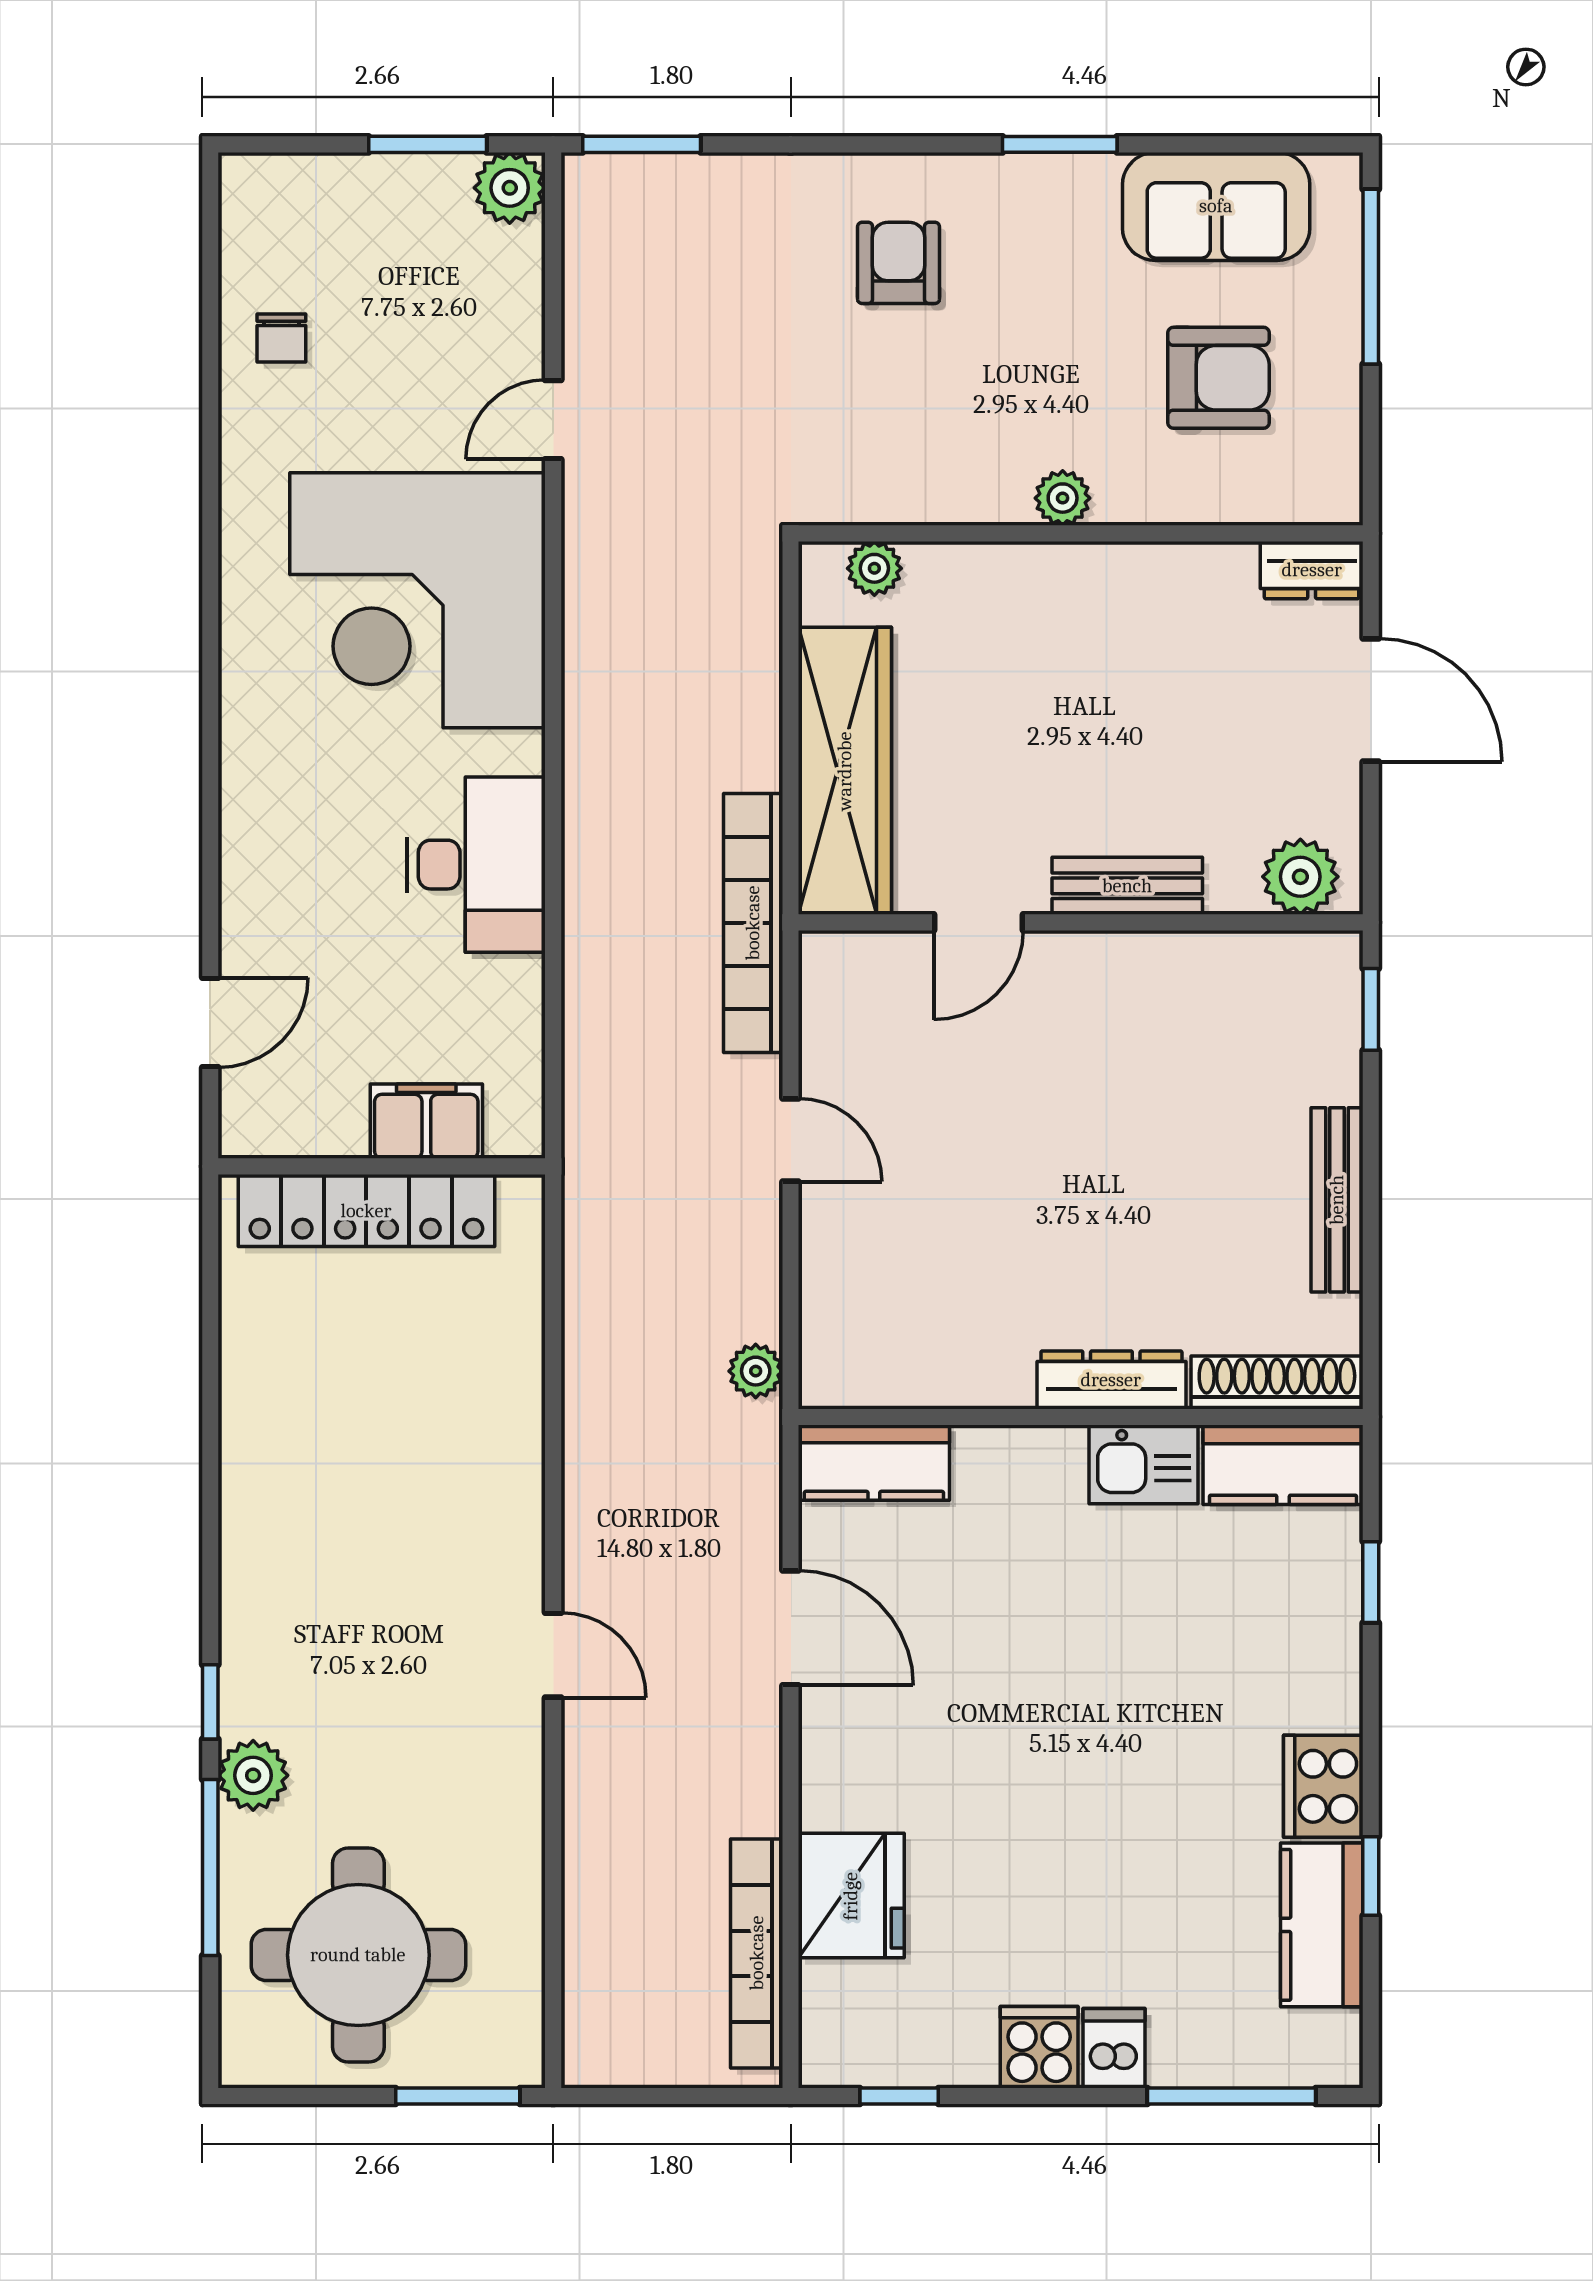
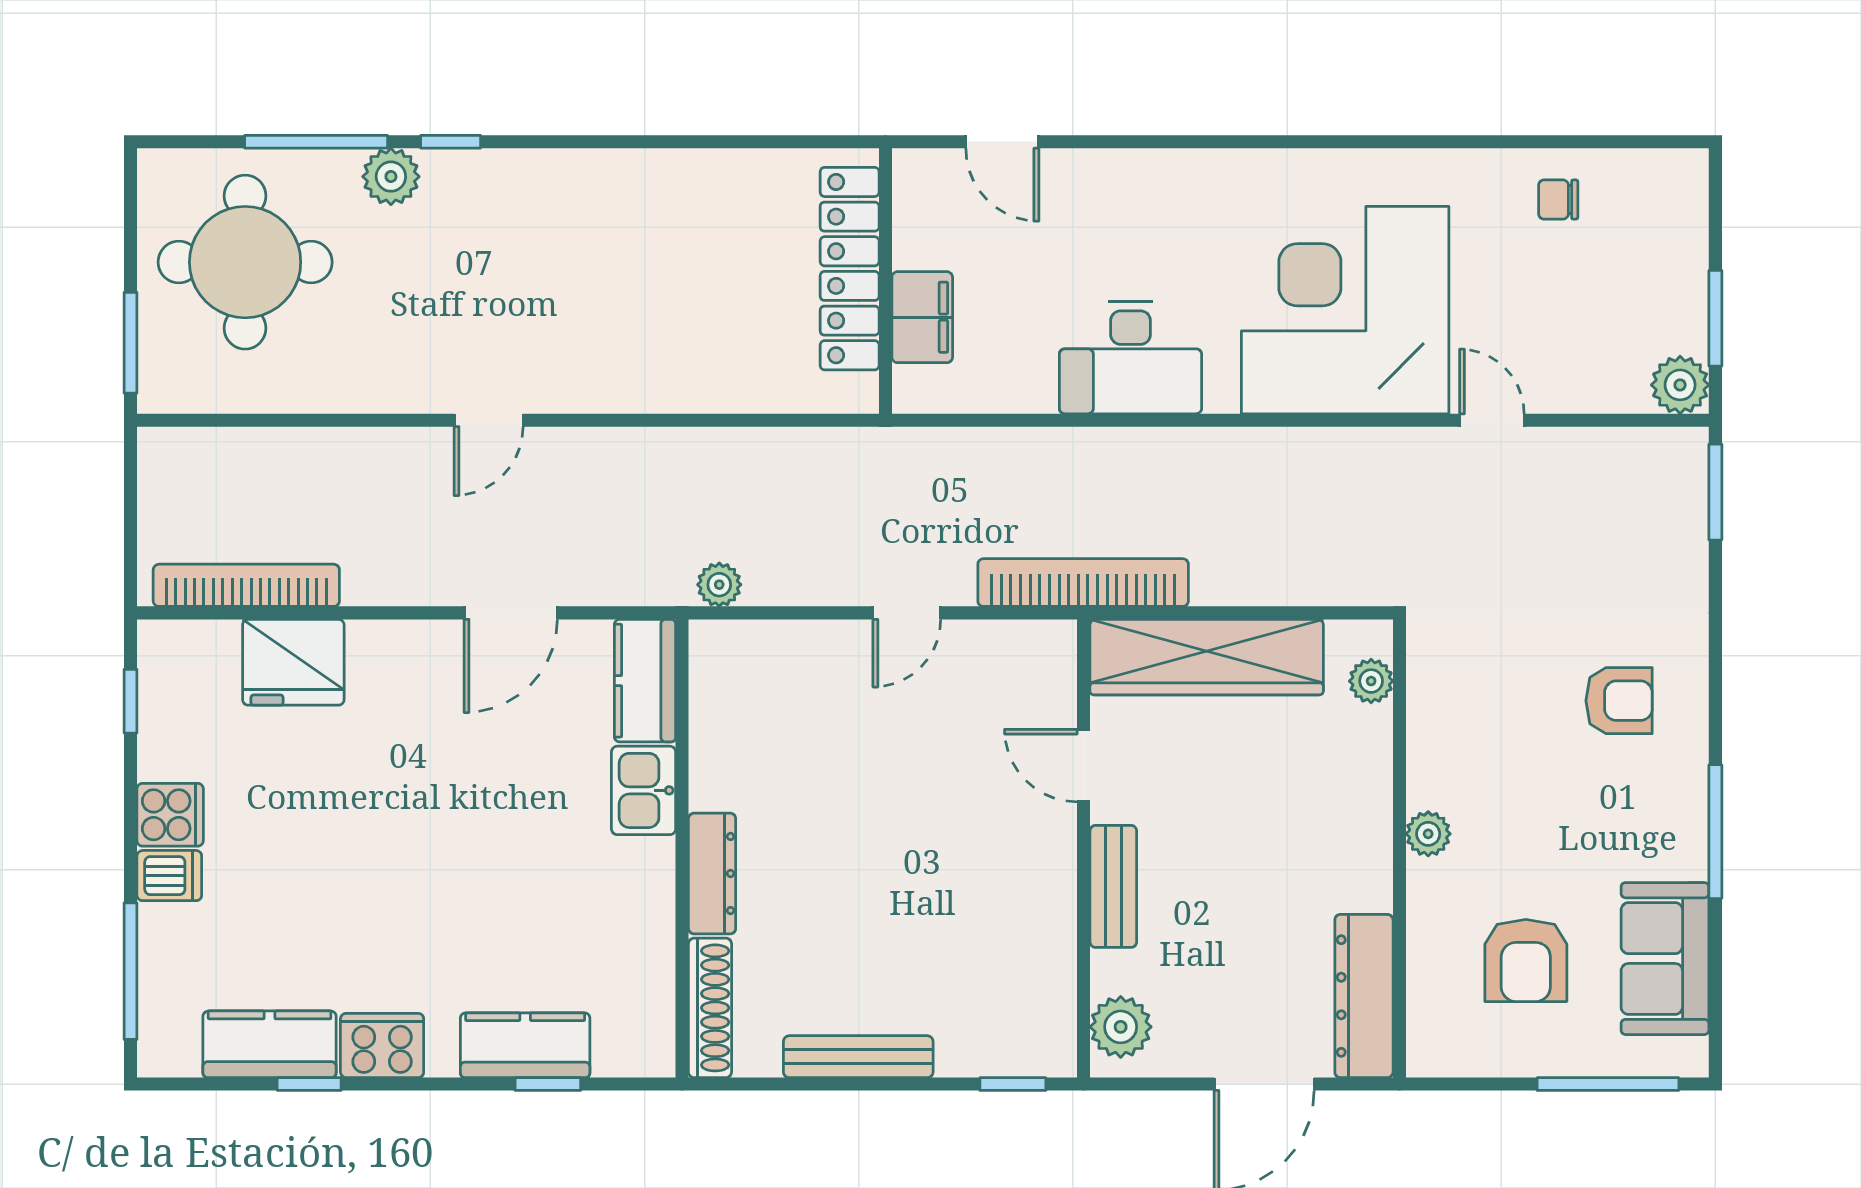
window: (1060, 144) -> (1715, 832), width x1.44
dresser: (1312, 570) -> (1364, 996), width x1.96, depth x1.24
kitchen sink: (1143, 1464) -> (644, 790), moved
kitchen counter: (1283, 1465) -> (525, 1045), moved, turned 90

